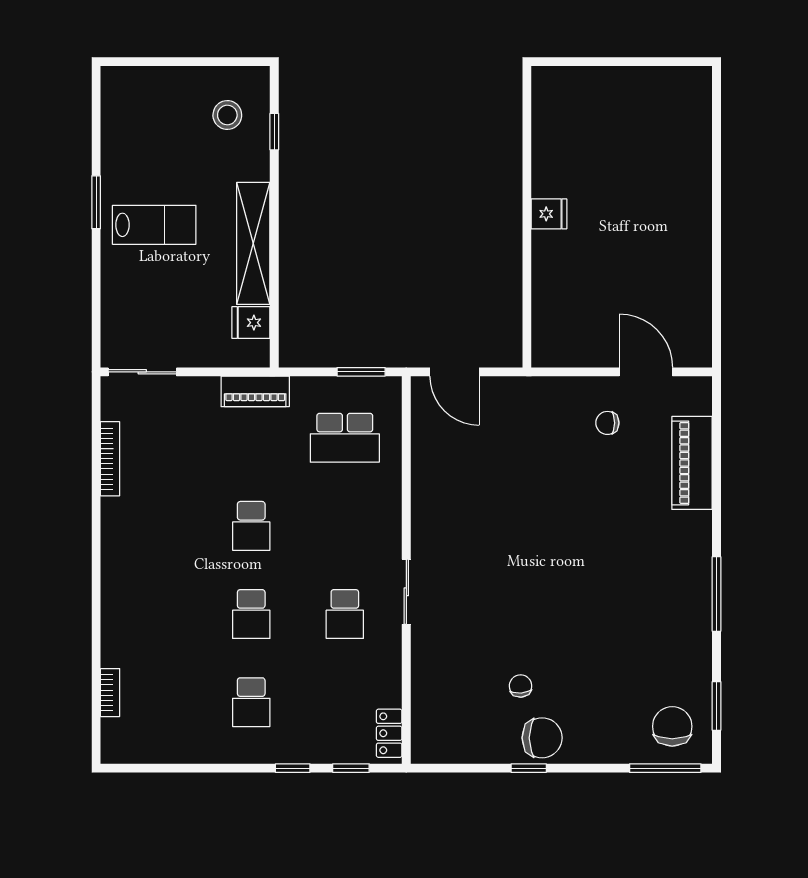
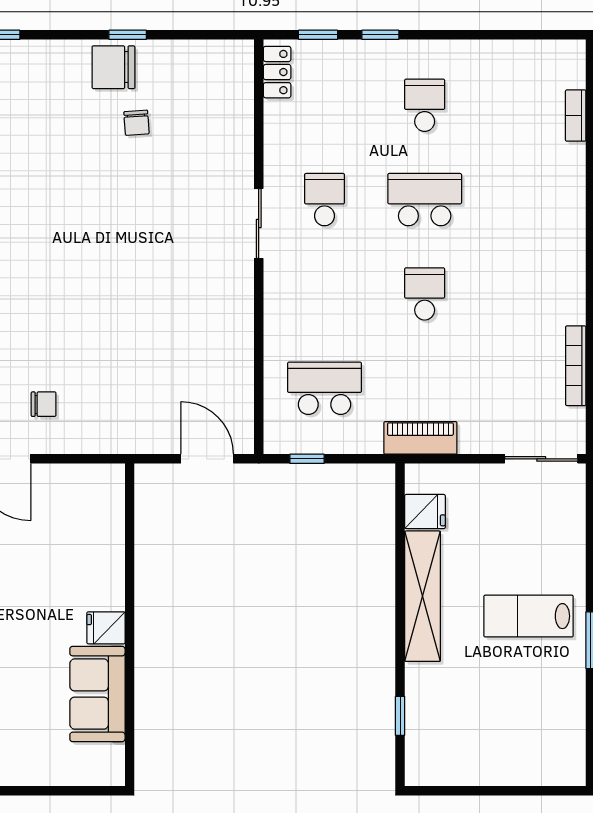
stool: (227, 115) -> (450, 734), removed
sofa: (557, 152) -> (97, 694), added
window: (361, 372) -> (307, 459), width x0.67
school desk: (251, 614) -> (425, 200), width x1.85

